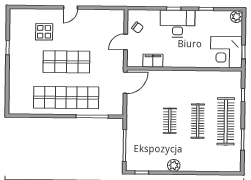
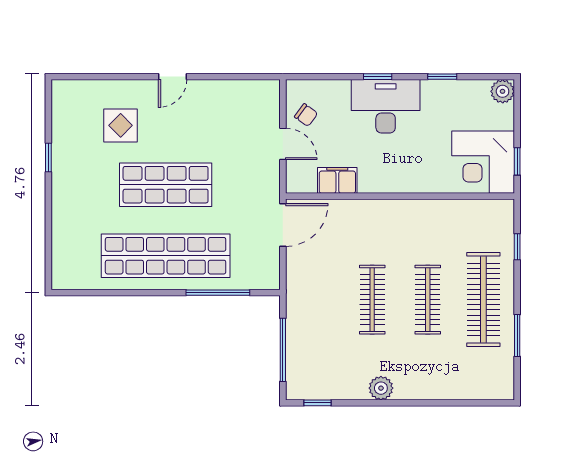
door: (126, 42) -> (283, 144), swing flipped
clothes rail: (170, 121) -> (372, 300), width x1.36

